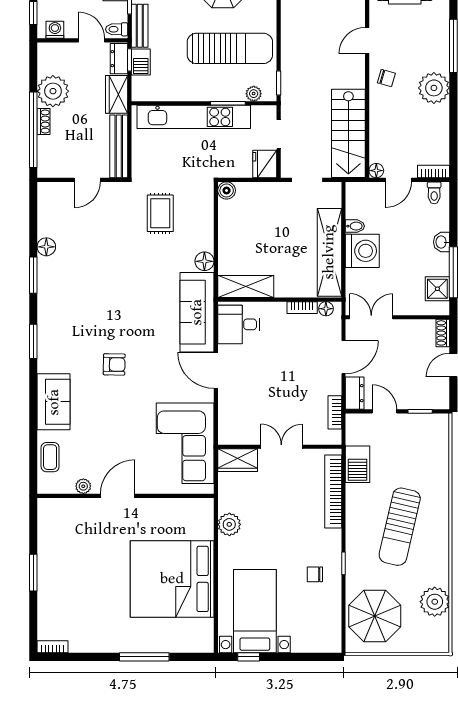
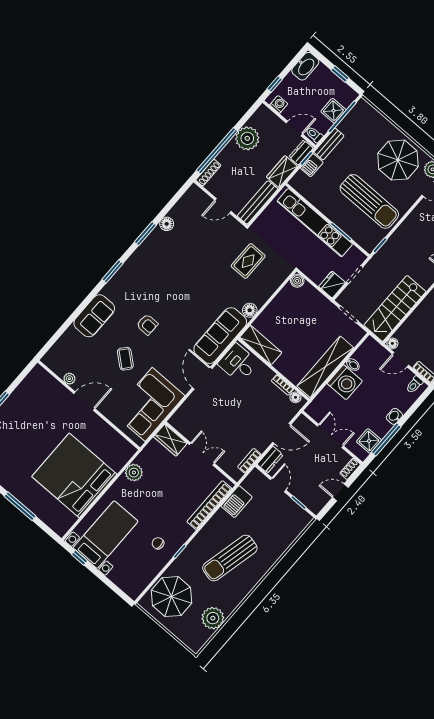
door: (92, 40) -> (294, 129), hinge flipped
plant: (254, 94) -> (360, 239), removed
shoe rack: (44, 122) -> (208, 173), moved, width x1.43
double door: (371, 317) -> (330, 436), moved
coffee table: (50, 457) -> (125, 359), moved, turned -50

